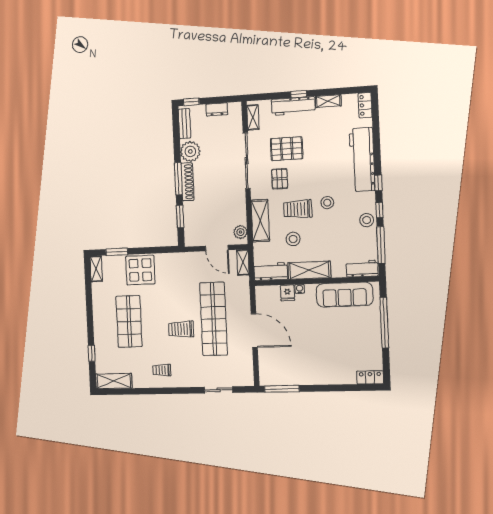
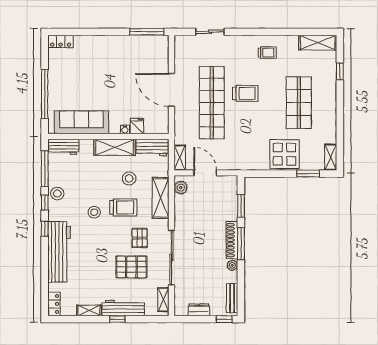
plant: (190, 151) -> (232, 265), width x0.53, depth x0.53

